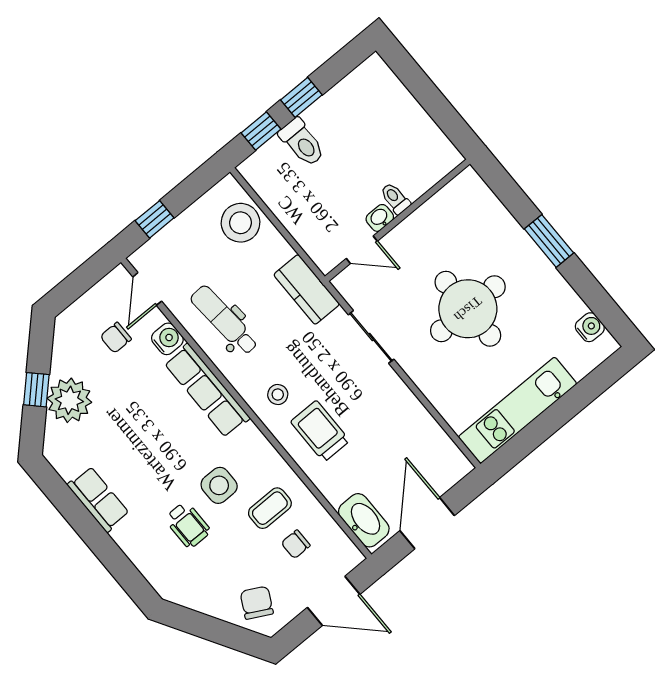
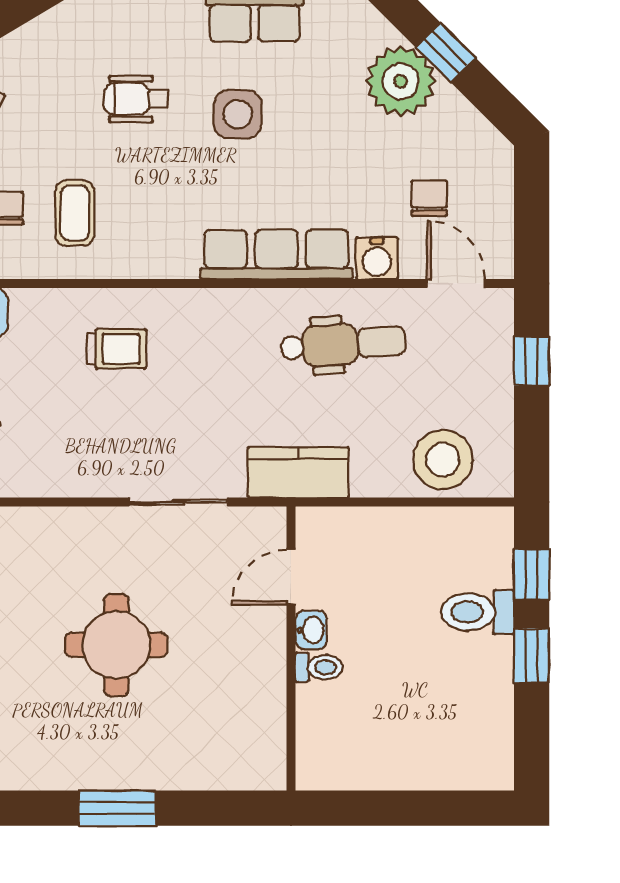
round table: (468, 309) -> (116, 645), width x0.73, depth x0.73
stool: (278, 395) -> (202, 334), removed
trolley: (320, 431) -> (117, 349), width x0.73, depth x0.72
side table: (219, 485) -> (238, 114), moved

